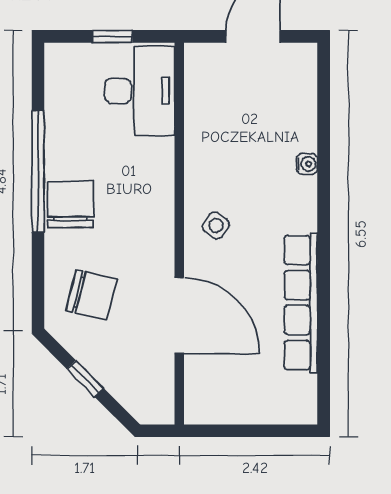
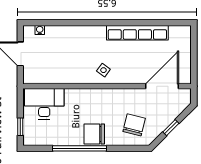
window: (112, 36) -> (20, 127), moved
water cooler: (307, 164) -> (40, 30), moved
door: (179, 316) -> (162, 86), moved

